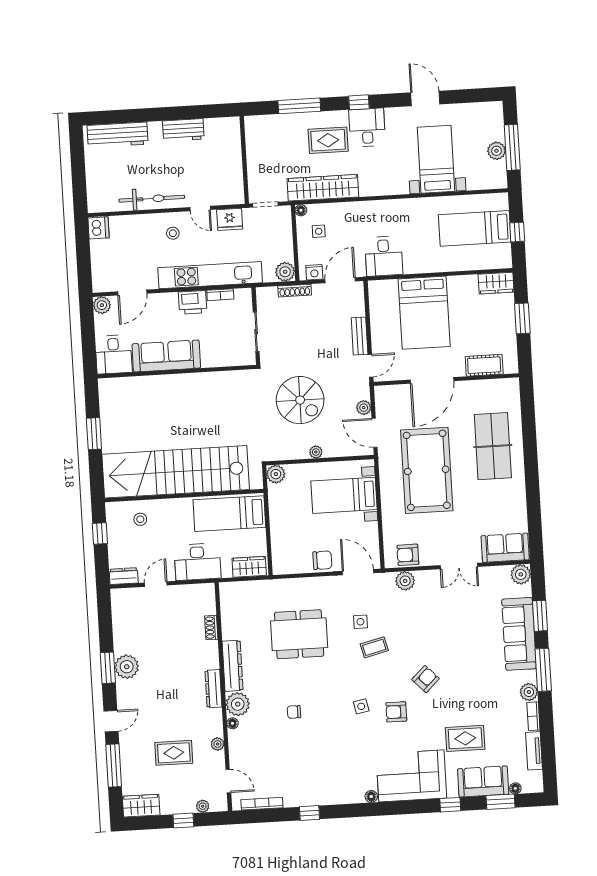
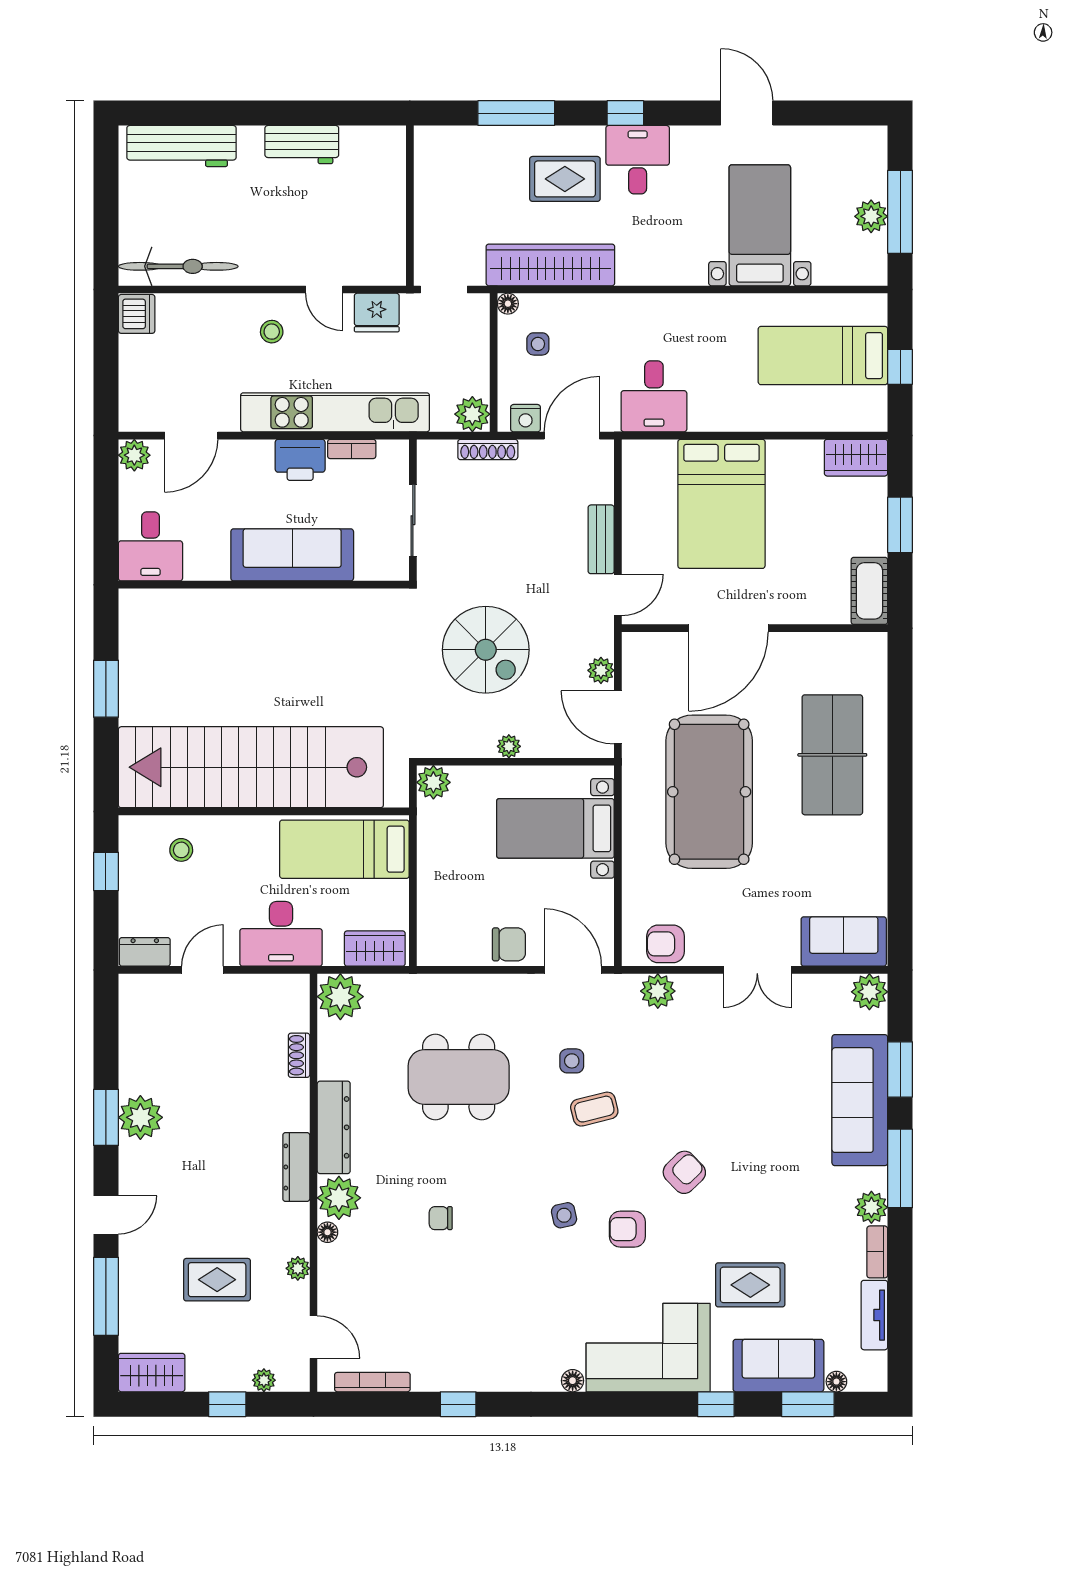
bicycle: (152, 199) -> (178, 266), moved
sofa: (166, 356) -> (292, 555), moved
cot: (484, 365) -> (869, 591), moved, turned 90
plant: (232, 594) -> (340, 997), added

